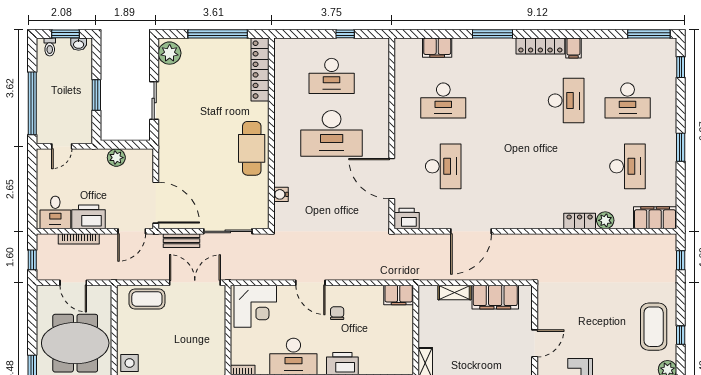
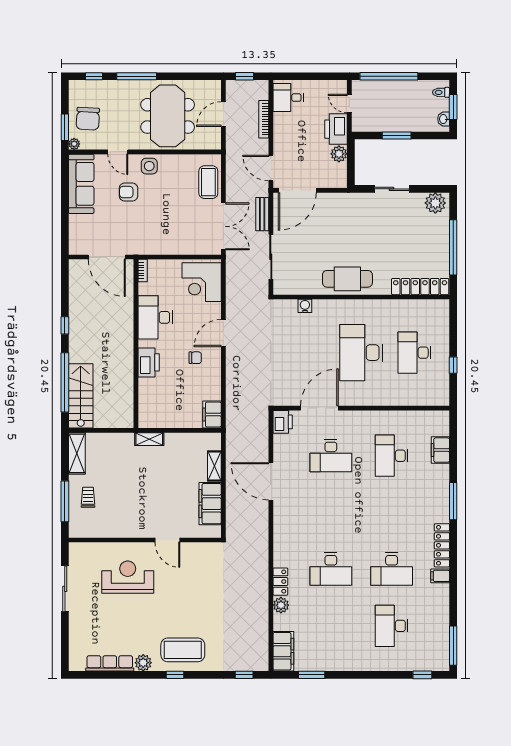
window: (681, 147) -> (312, 675), moved
desk: (628, 166) -> (331, 569), moved
printer: (89, 217) -> (336, 129), moved, turned 180

